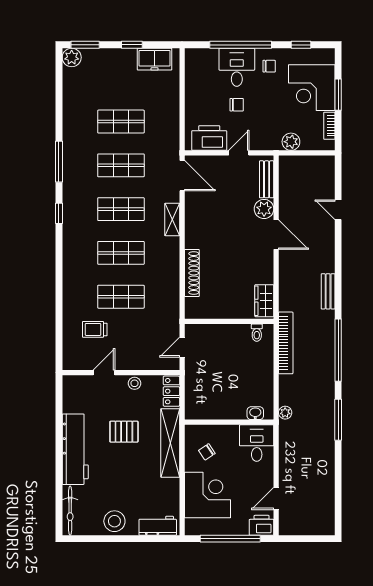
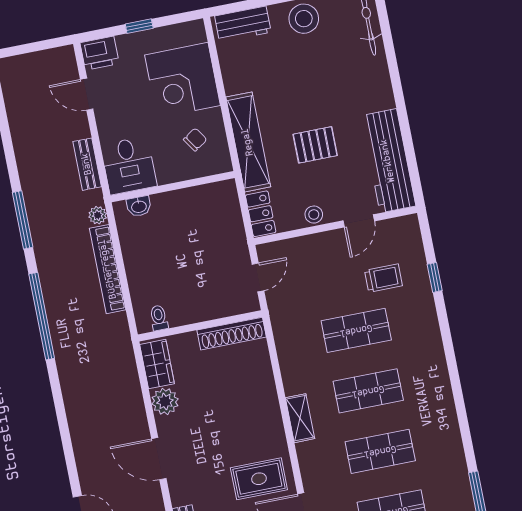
rug: (209, 207) -> (259, 479), added
plant: (264, 209) -> (165, 401), moved
window: (59, 213) -> (435, 277), moved
shelving: (172, 219) -> (300, 418), moved
shoe rack: (192, 273) -> (232, 334), moved, turned -90
bench: (328, 291) -> (87, 164), moved
bookcase: (286, 343) -> (108, 269), moved
workbench: (75, 449) -> (388, 161), moved
door: (276, 498) -> (87, 94), swing flipped
window: (230, 539) -> (139, 26), width x0.32

